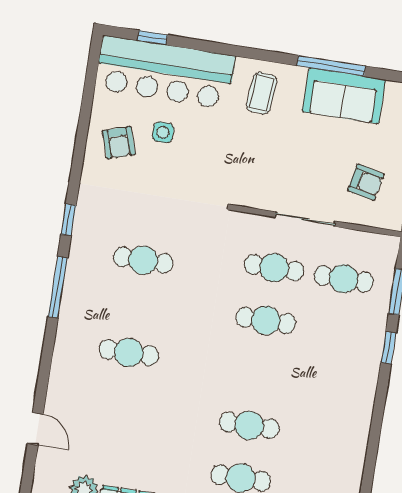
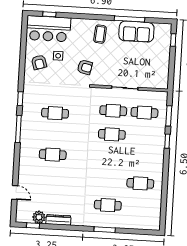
bar counter: (165, 72) -> (48, 29), width x0.73
armchair: (366, 182) -> (85, 67), moved
cafe table: (249, 425) -> (140, 183), moved

